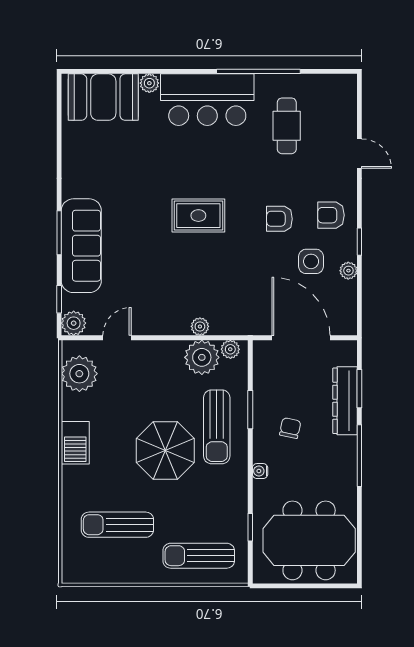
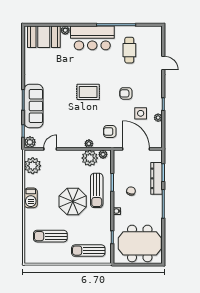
armchair: (331, 215) -> (110, 131), moved

